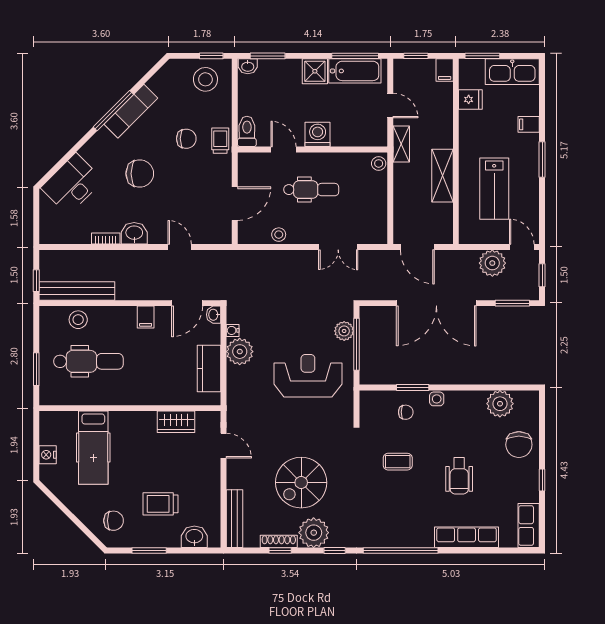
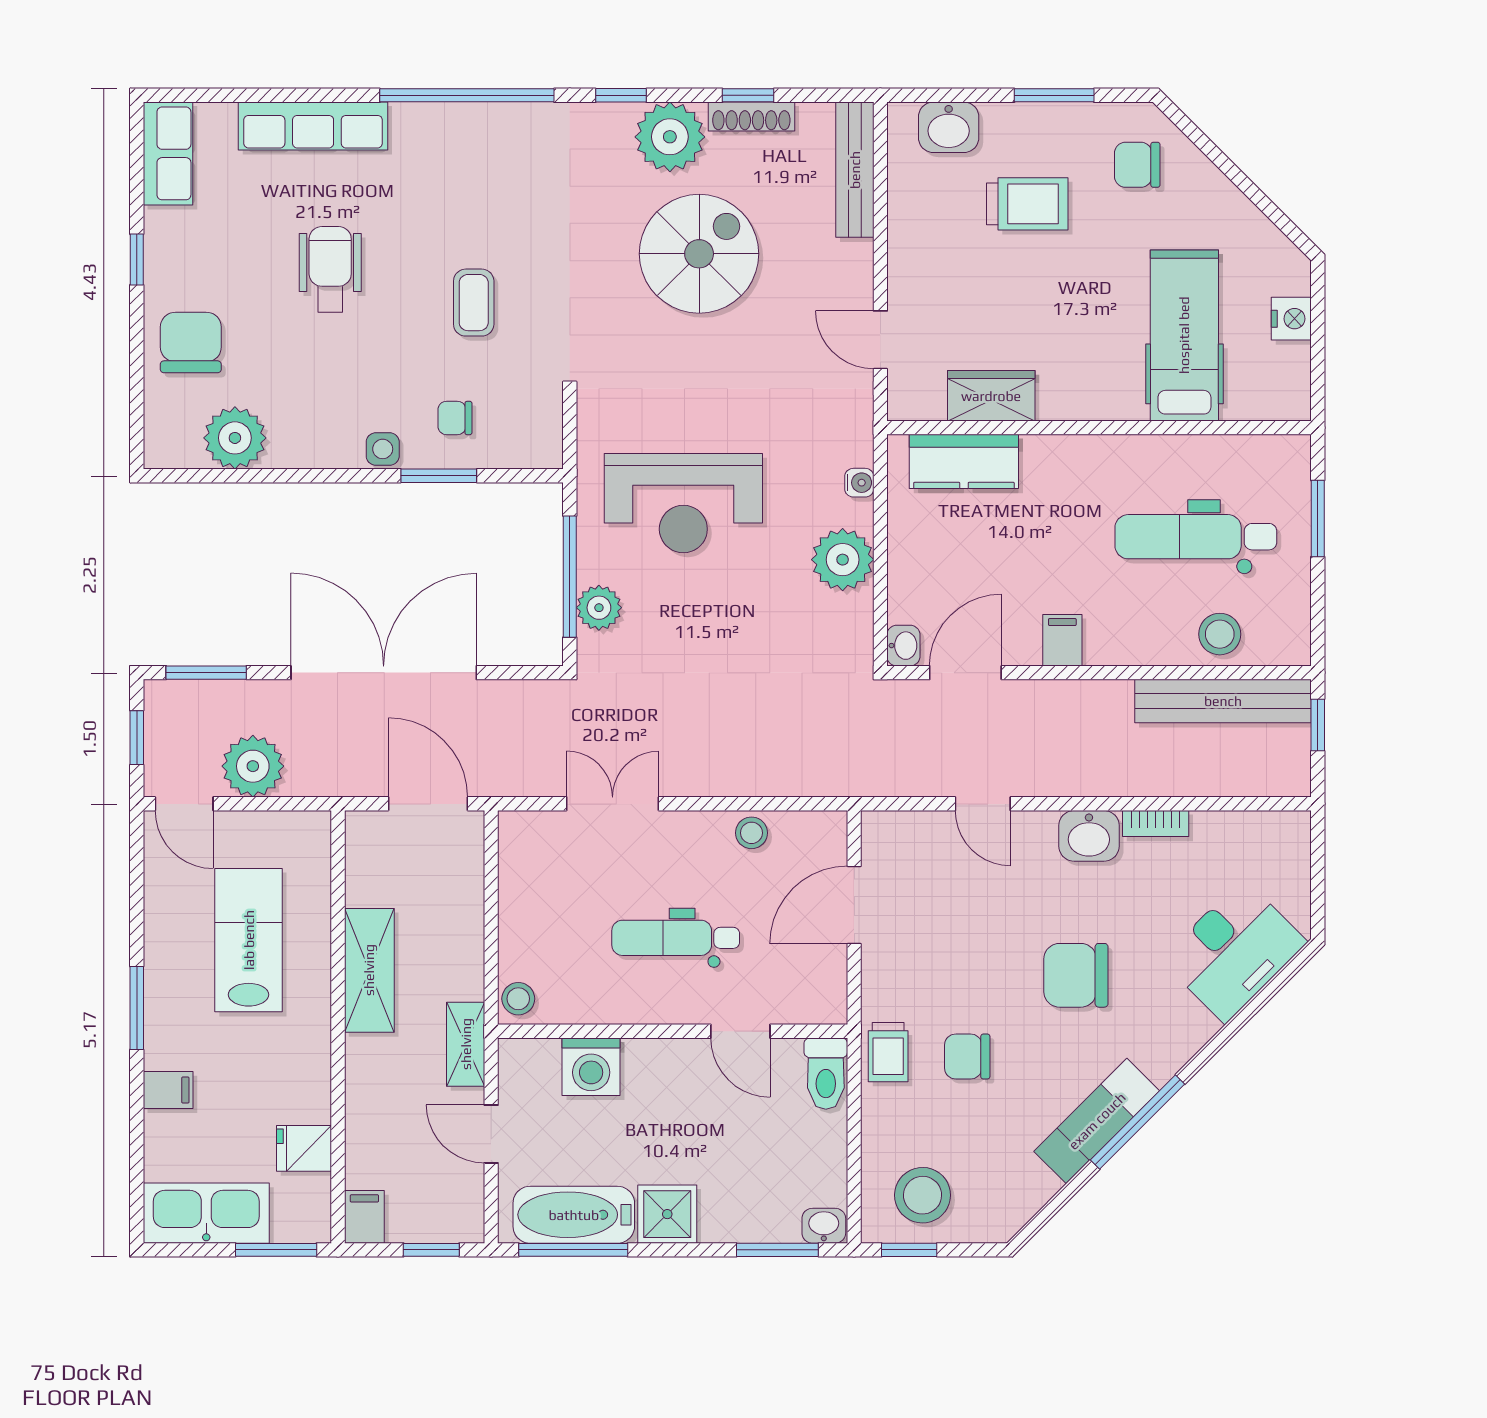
washing machine: (318, 134) -> (591, 1067), moved
water cooler: (233, 330) -> (859, 483), moved
kitchen counter: (209, 369) -> (964, 461), moved, turned 90
coffee table: (398, 462) -> (474, 303), turned 90

